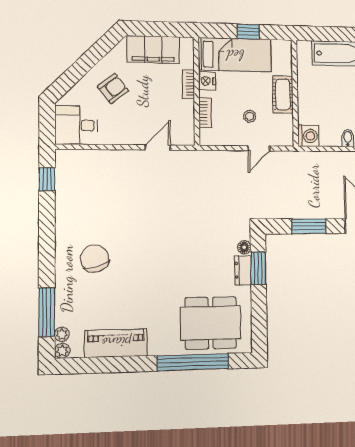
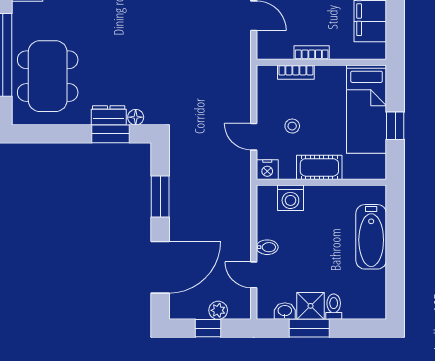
nightstand: (207, 81) -> (267, 170), moved, turned 180
bookcase: (188, 84) -> (312, 53), moved
washing machine: (308, 136) -> (290, 198), moved

